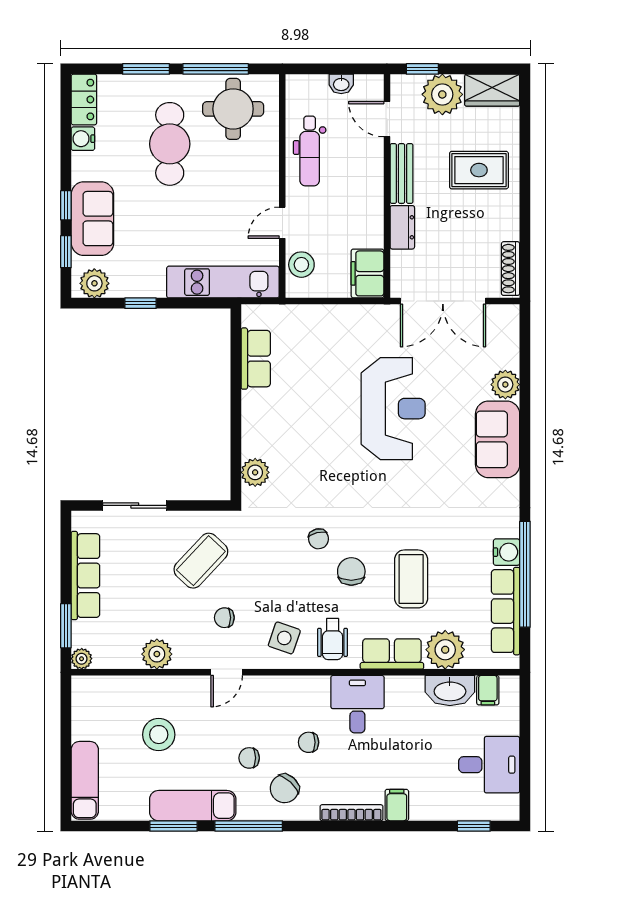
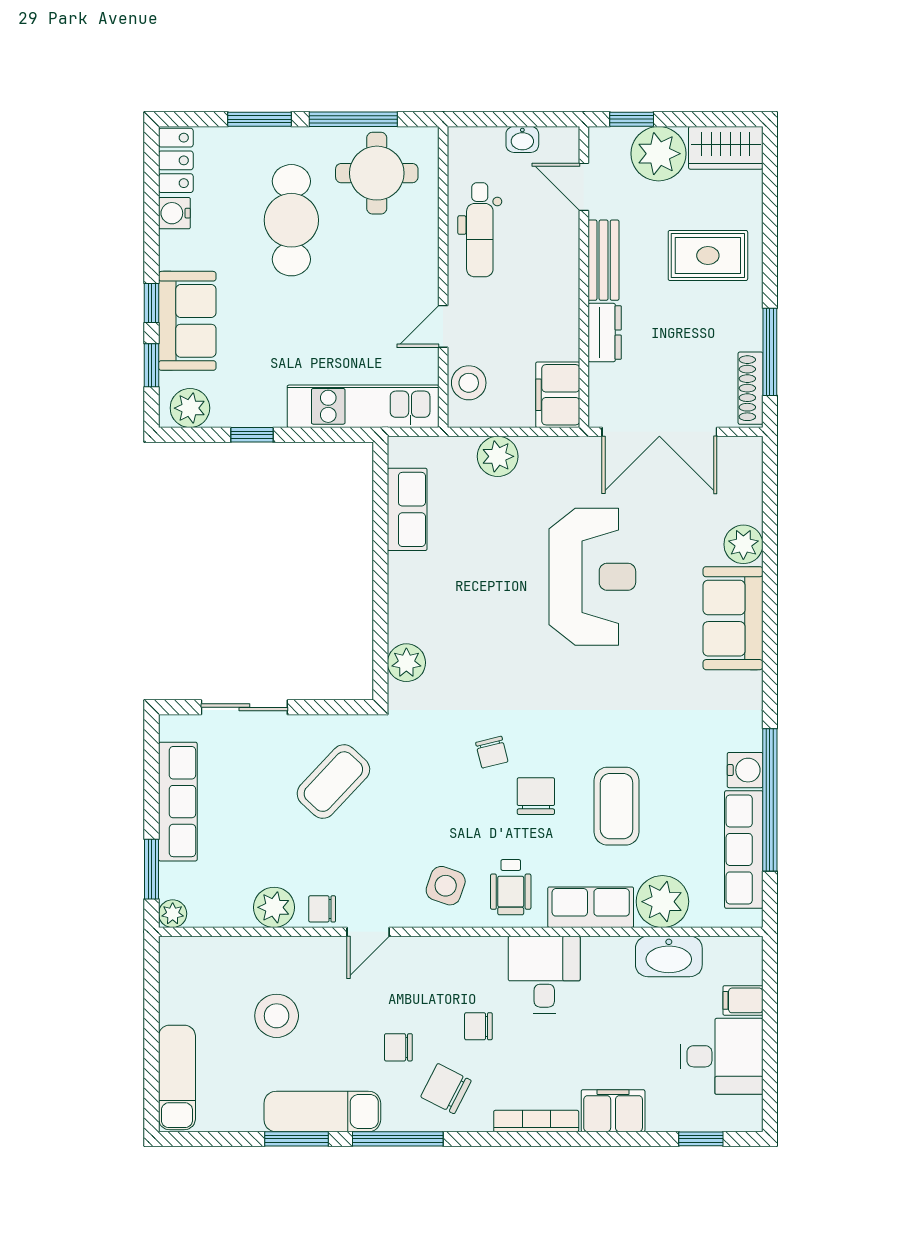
window: (525, 242) -> (770, 352), added
plant: (323, 319) -> (498, 456), added
chair: (224, 618) -> (322, 909), moved
filing cabinet: (488, 690) -> (743, 1000), moved, turned 90
chair: (285, 789) -> (446, 1089), turned 74
filing cabinet: (397, 805) -> (613, 1111), width x2.00

